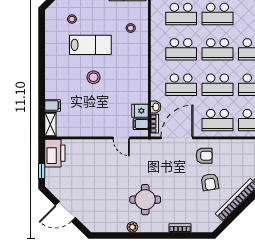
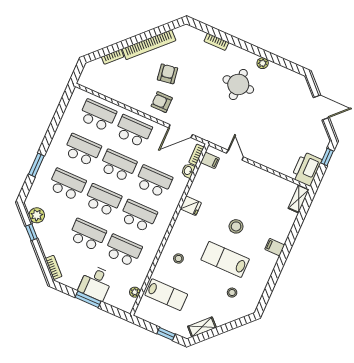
filing cabinet: (53, 105) -> (275, 247), moved
fridge: (140, 111) -> (191, 206), moved
door: (177, 138) -> (181, 131), width x0.73

